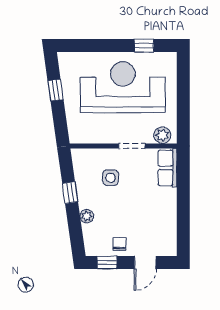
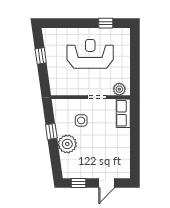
reception desk: (123, 87) -> (90, 54), width x0.74, depth x0.77
plant: (87, 216) -> (67, 144), width x1.88, depth x1.88
chair: (119, 244) -> (88, 169), removed

